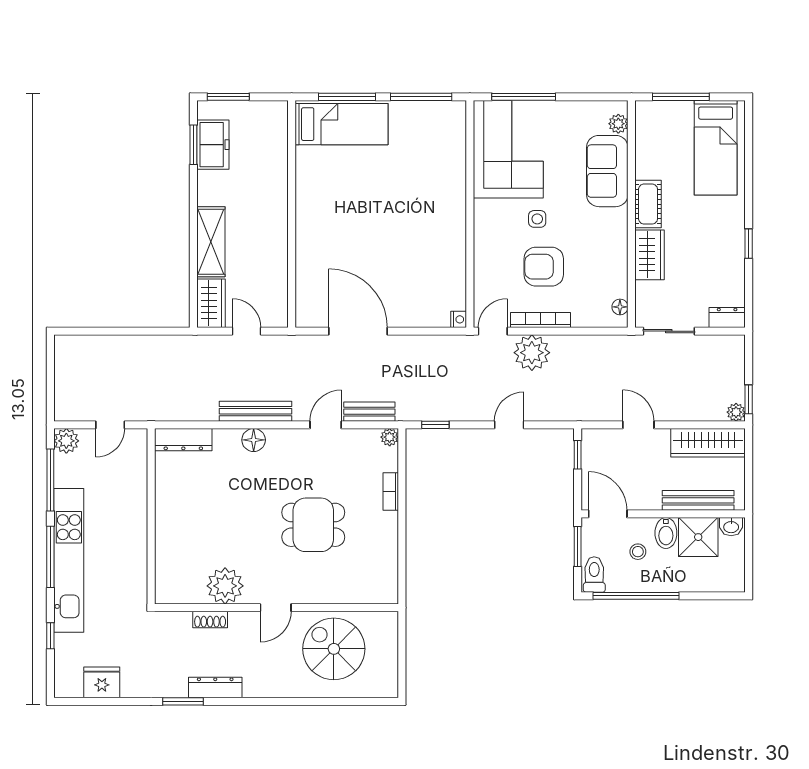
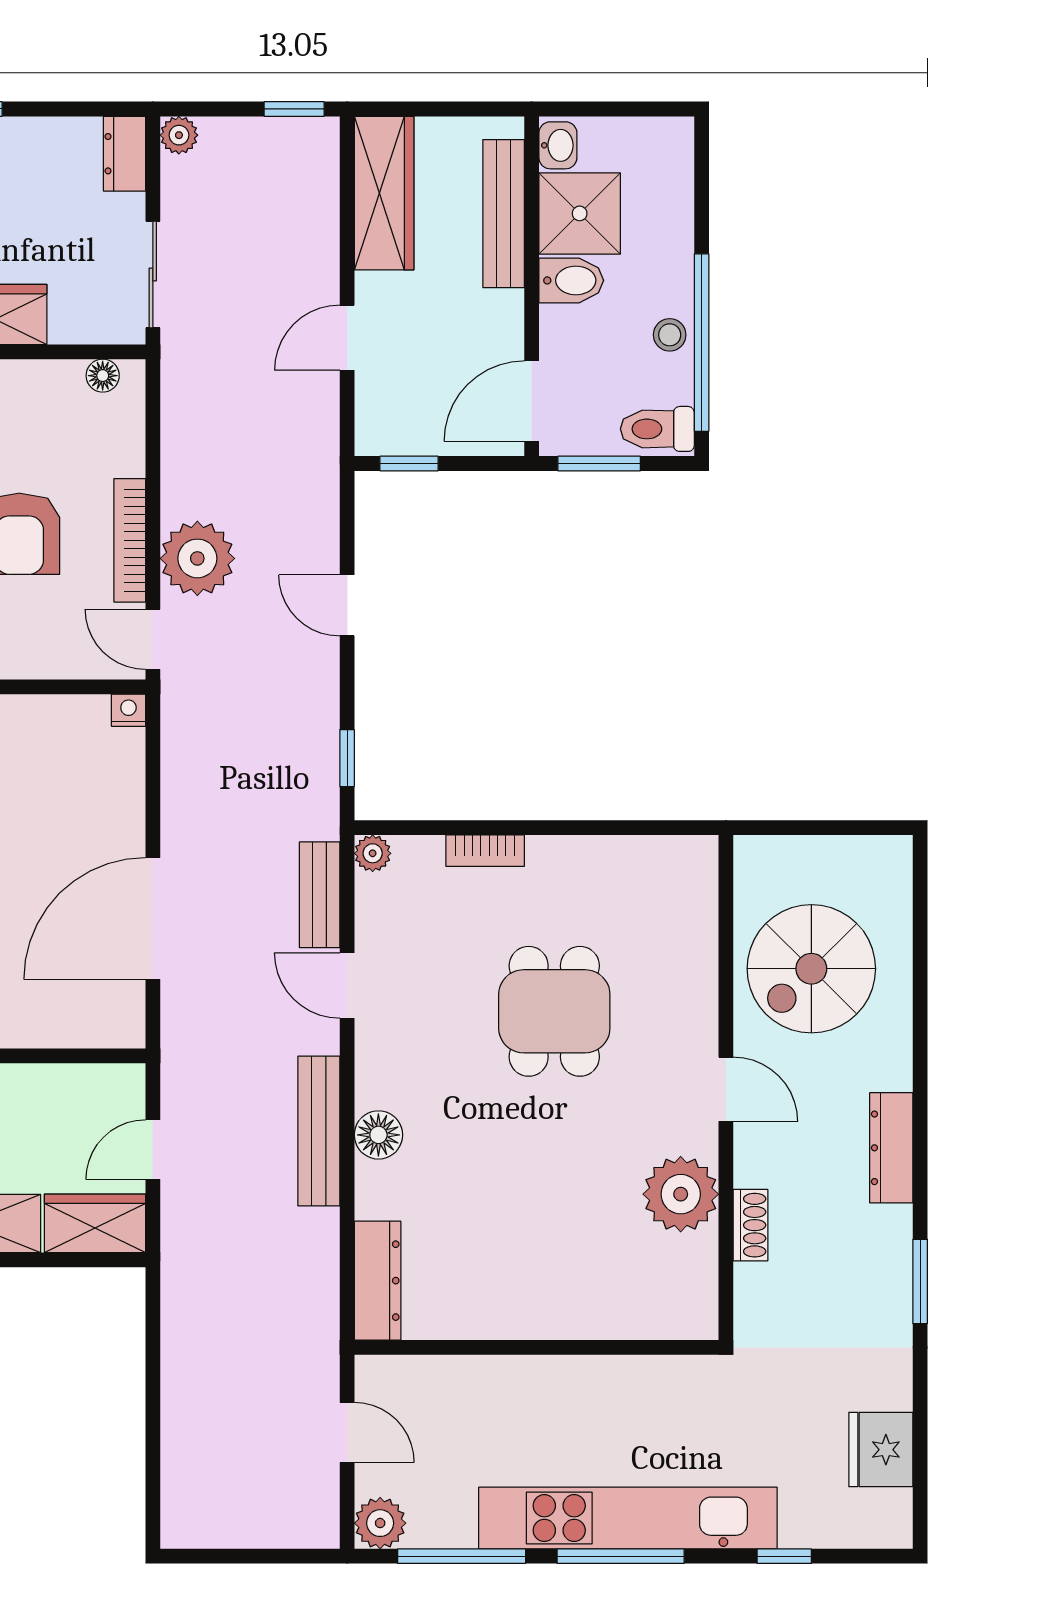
plant: (736, 412) -> (179, 135), moved
stool: (638, 552) -> (670, 335), moved
dresser: (215, 687) -> (891, 1148), moved

